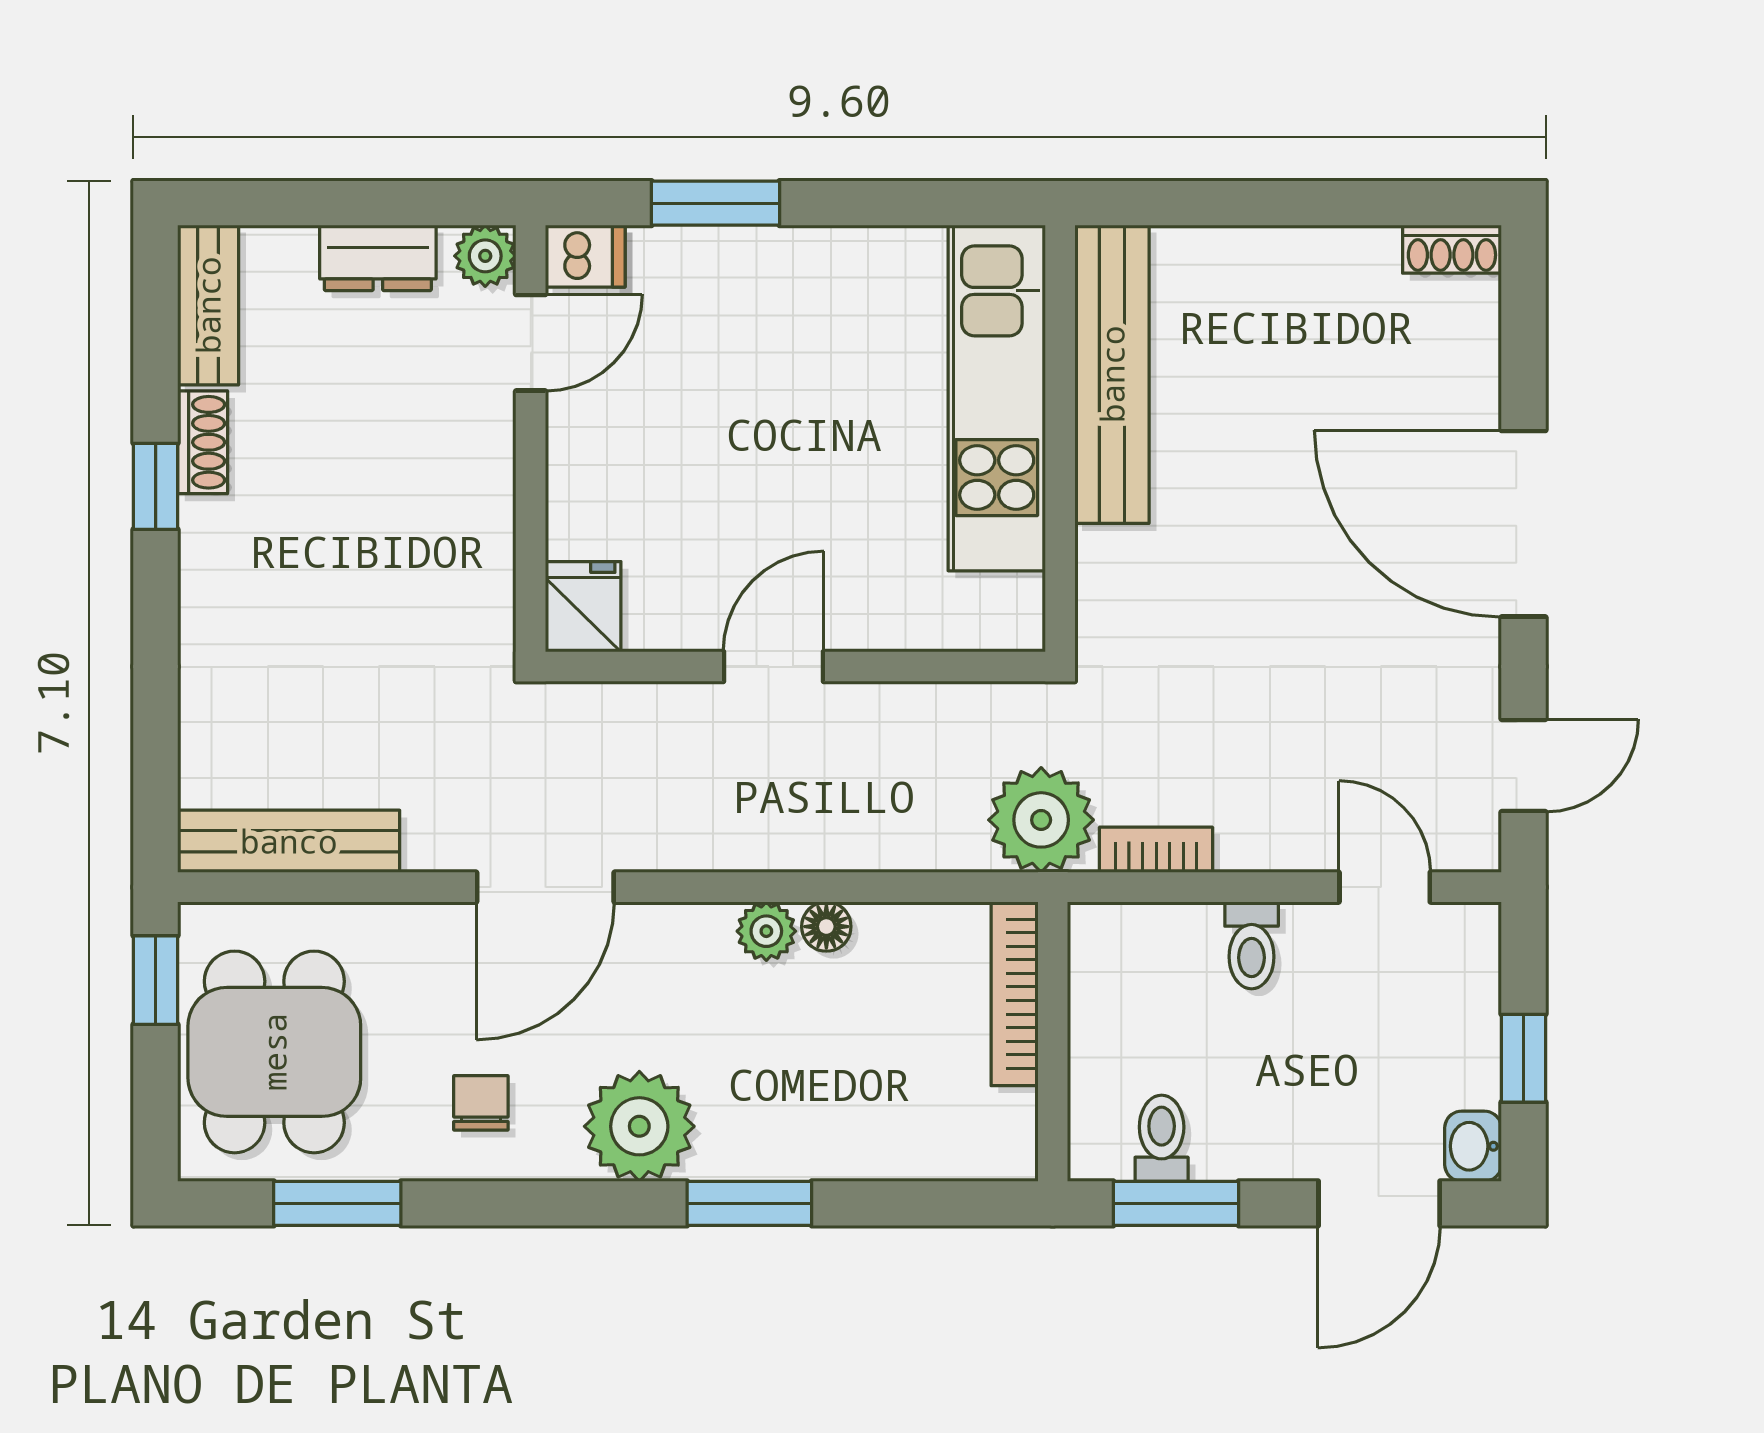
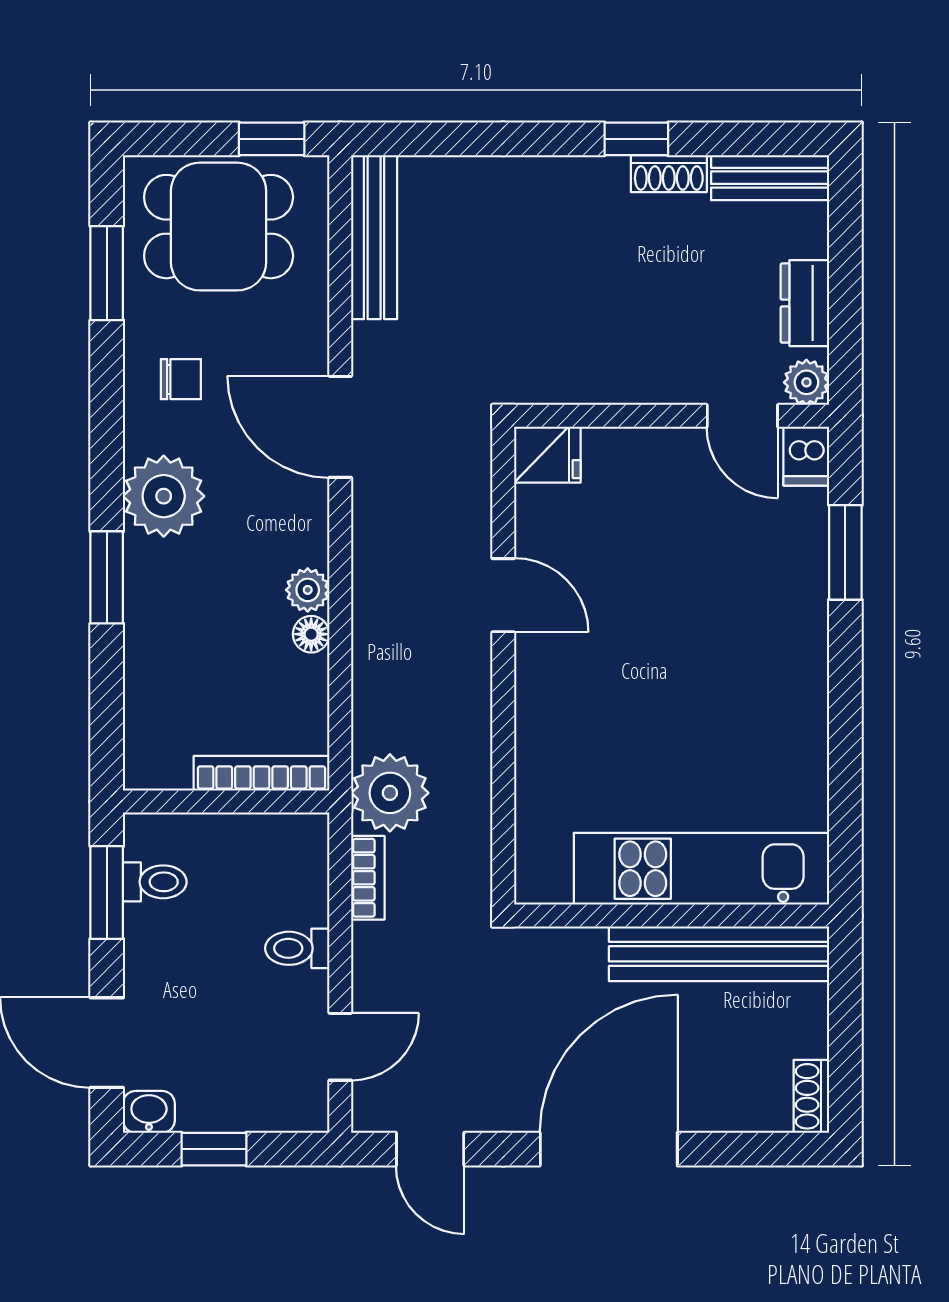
bench: (1112, 374) -> (719, 954), moved
kitchen unit: (997, 398) -> (701, 869), moved
wall: (1060, 439) -> (672, 916), moved

